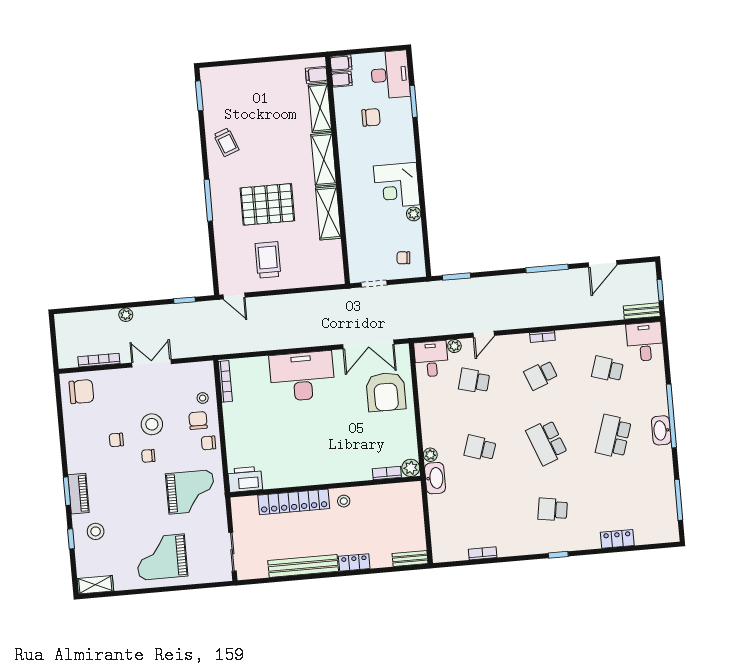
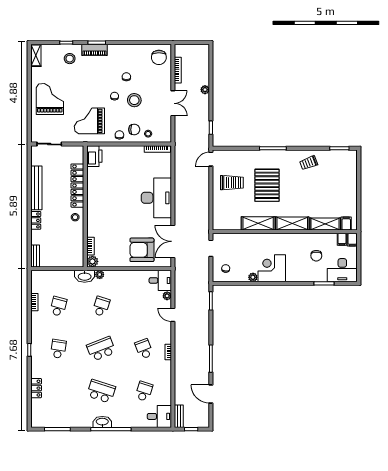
school desk: (474, 381) -> (58, 306), moved
grand piano: (191, 492) -> (89, 121), turned 90

